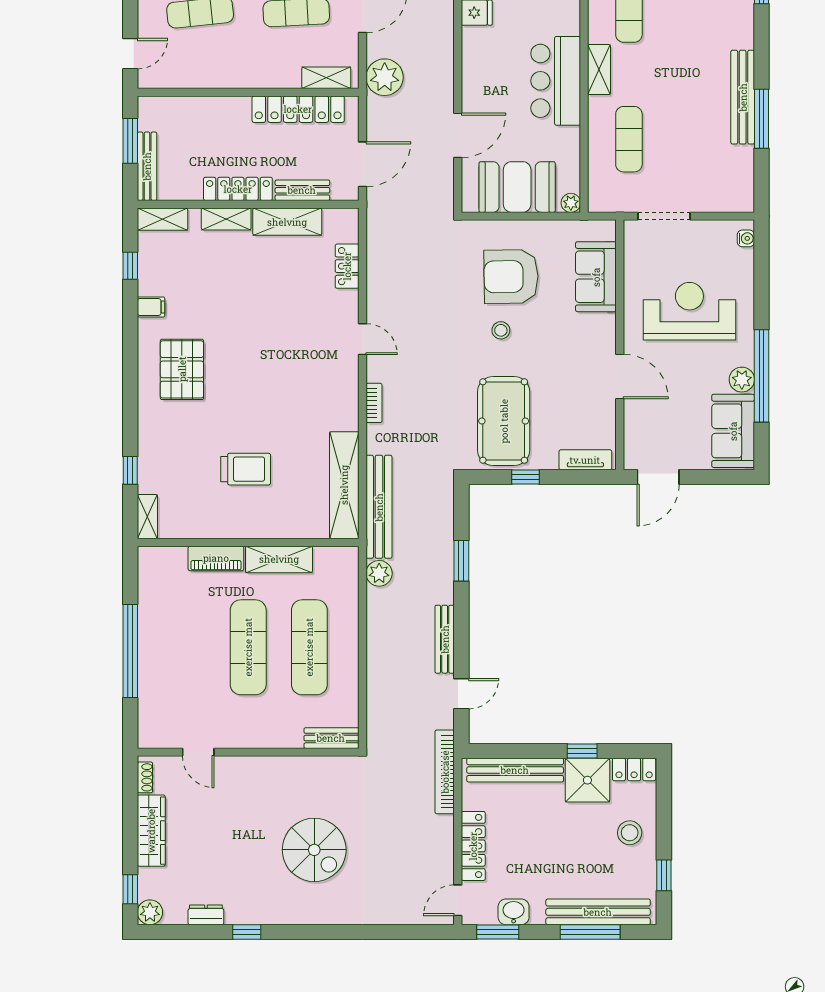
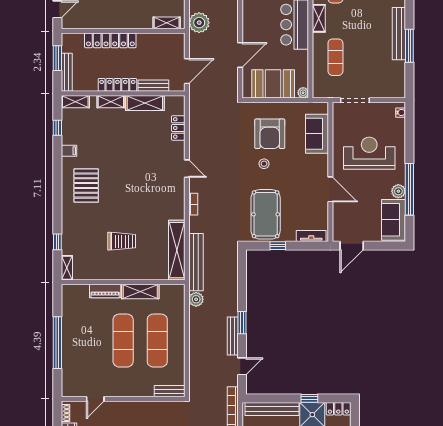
locker: (298, 109) -> (110, 40), moved
armchair: (511, 277) -> (270, 134), turned -89
window: (461, 561) -> (242, 323), moved
door: (198, 752) -> (95, 399), hinge flipped

